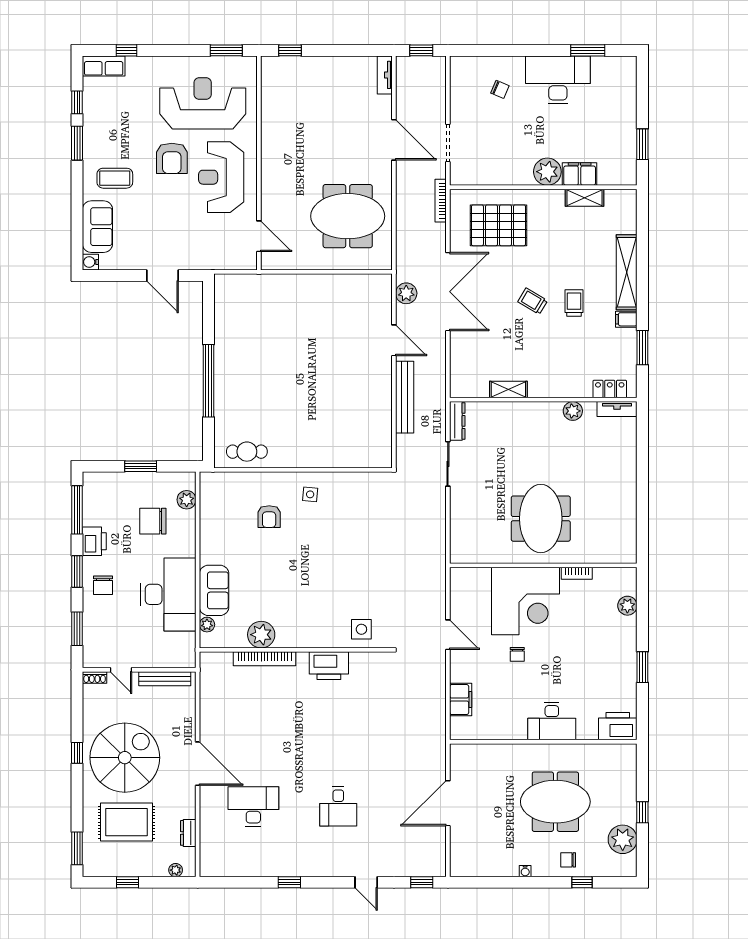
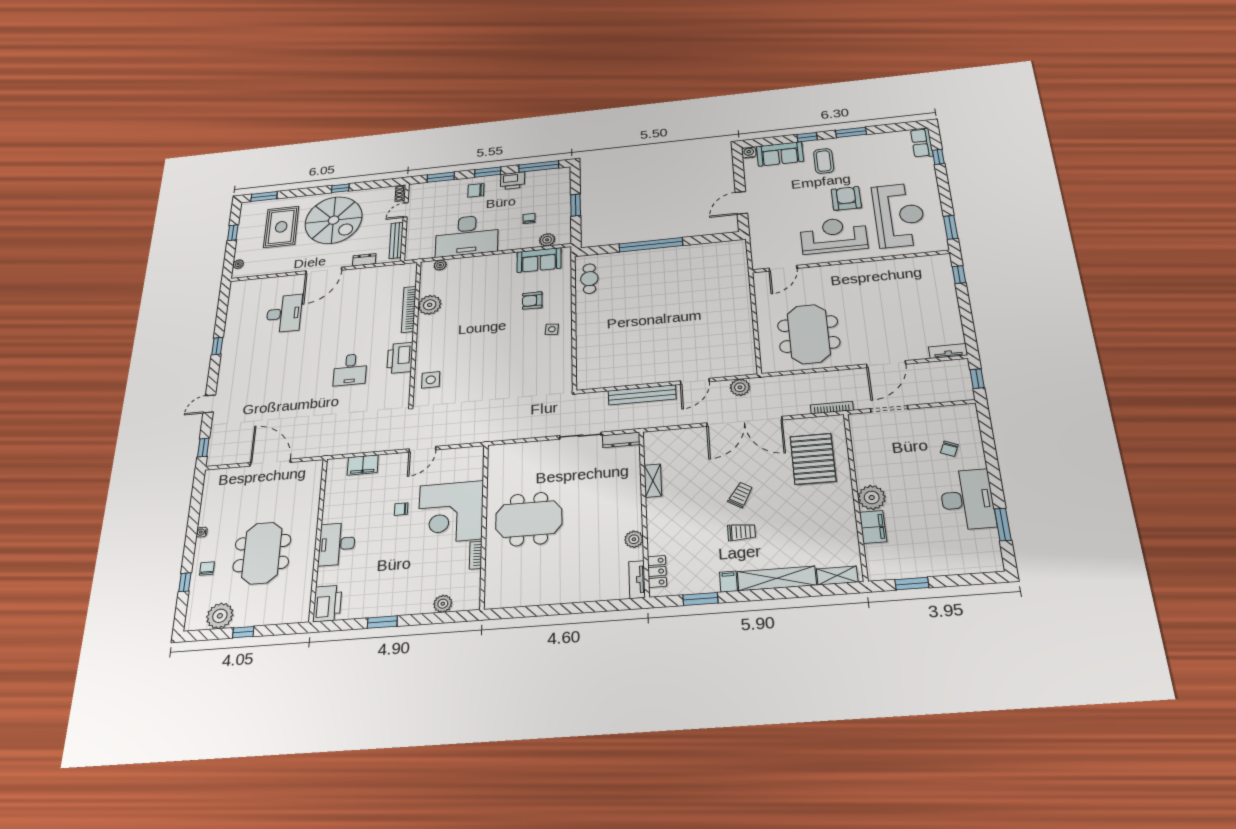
window: (77, 102) -> (807, 137), moved
armchair: (172, 158) -> (846, 198), turned 90
shelving: (585, 198) -> (837, 576), moved, turned 90
chair: (153, 521) -> (529, 218), width x0.54, depth x0.54
sofa: (214, 590) -> (539, 260), moved
desk: (338, 806) -> (350, 370), moved, turned -90
dresser: (188, 833) -> (364, 260), moved

